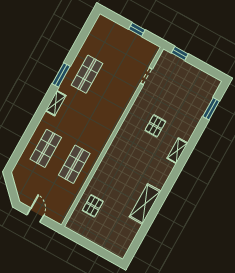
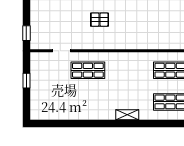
shop shelf: (87, 74) -> (88, 70), moved
window: (61, 75) -> (101, 124), removed

